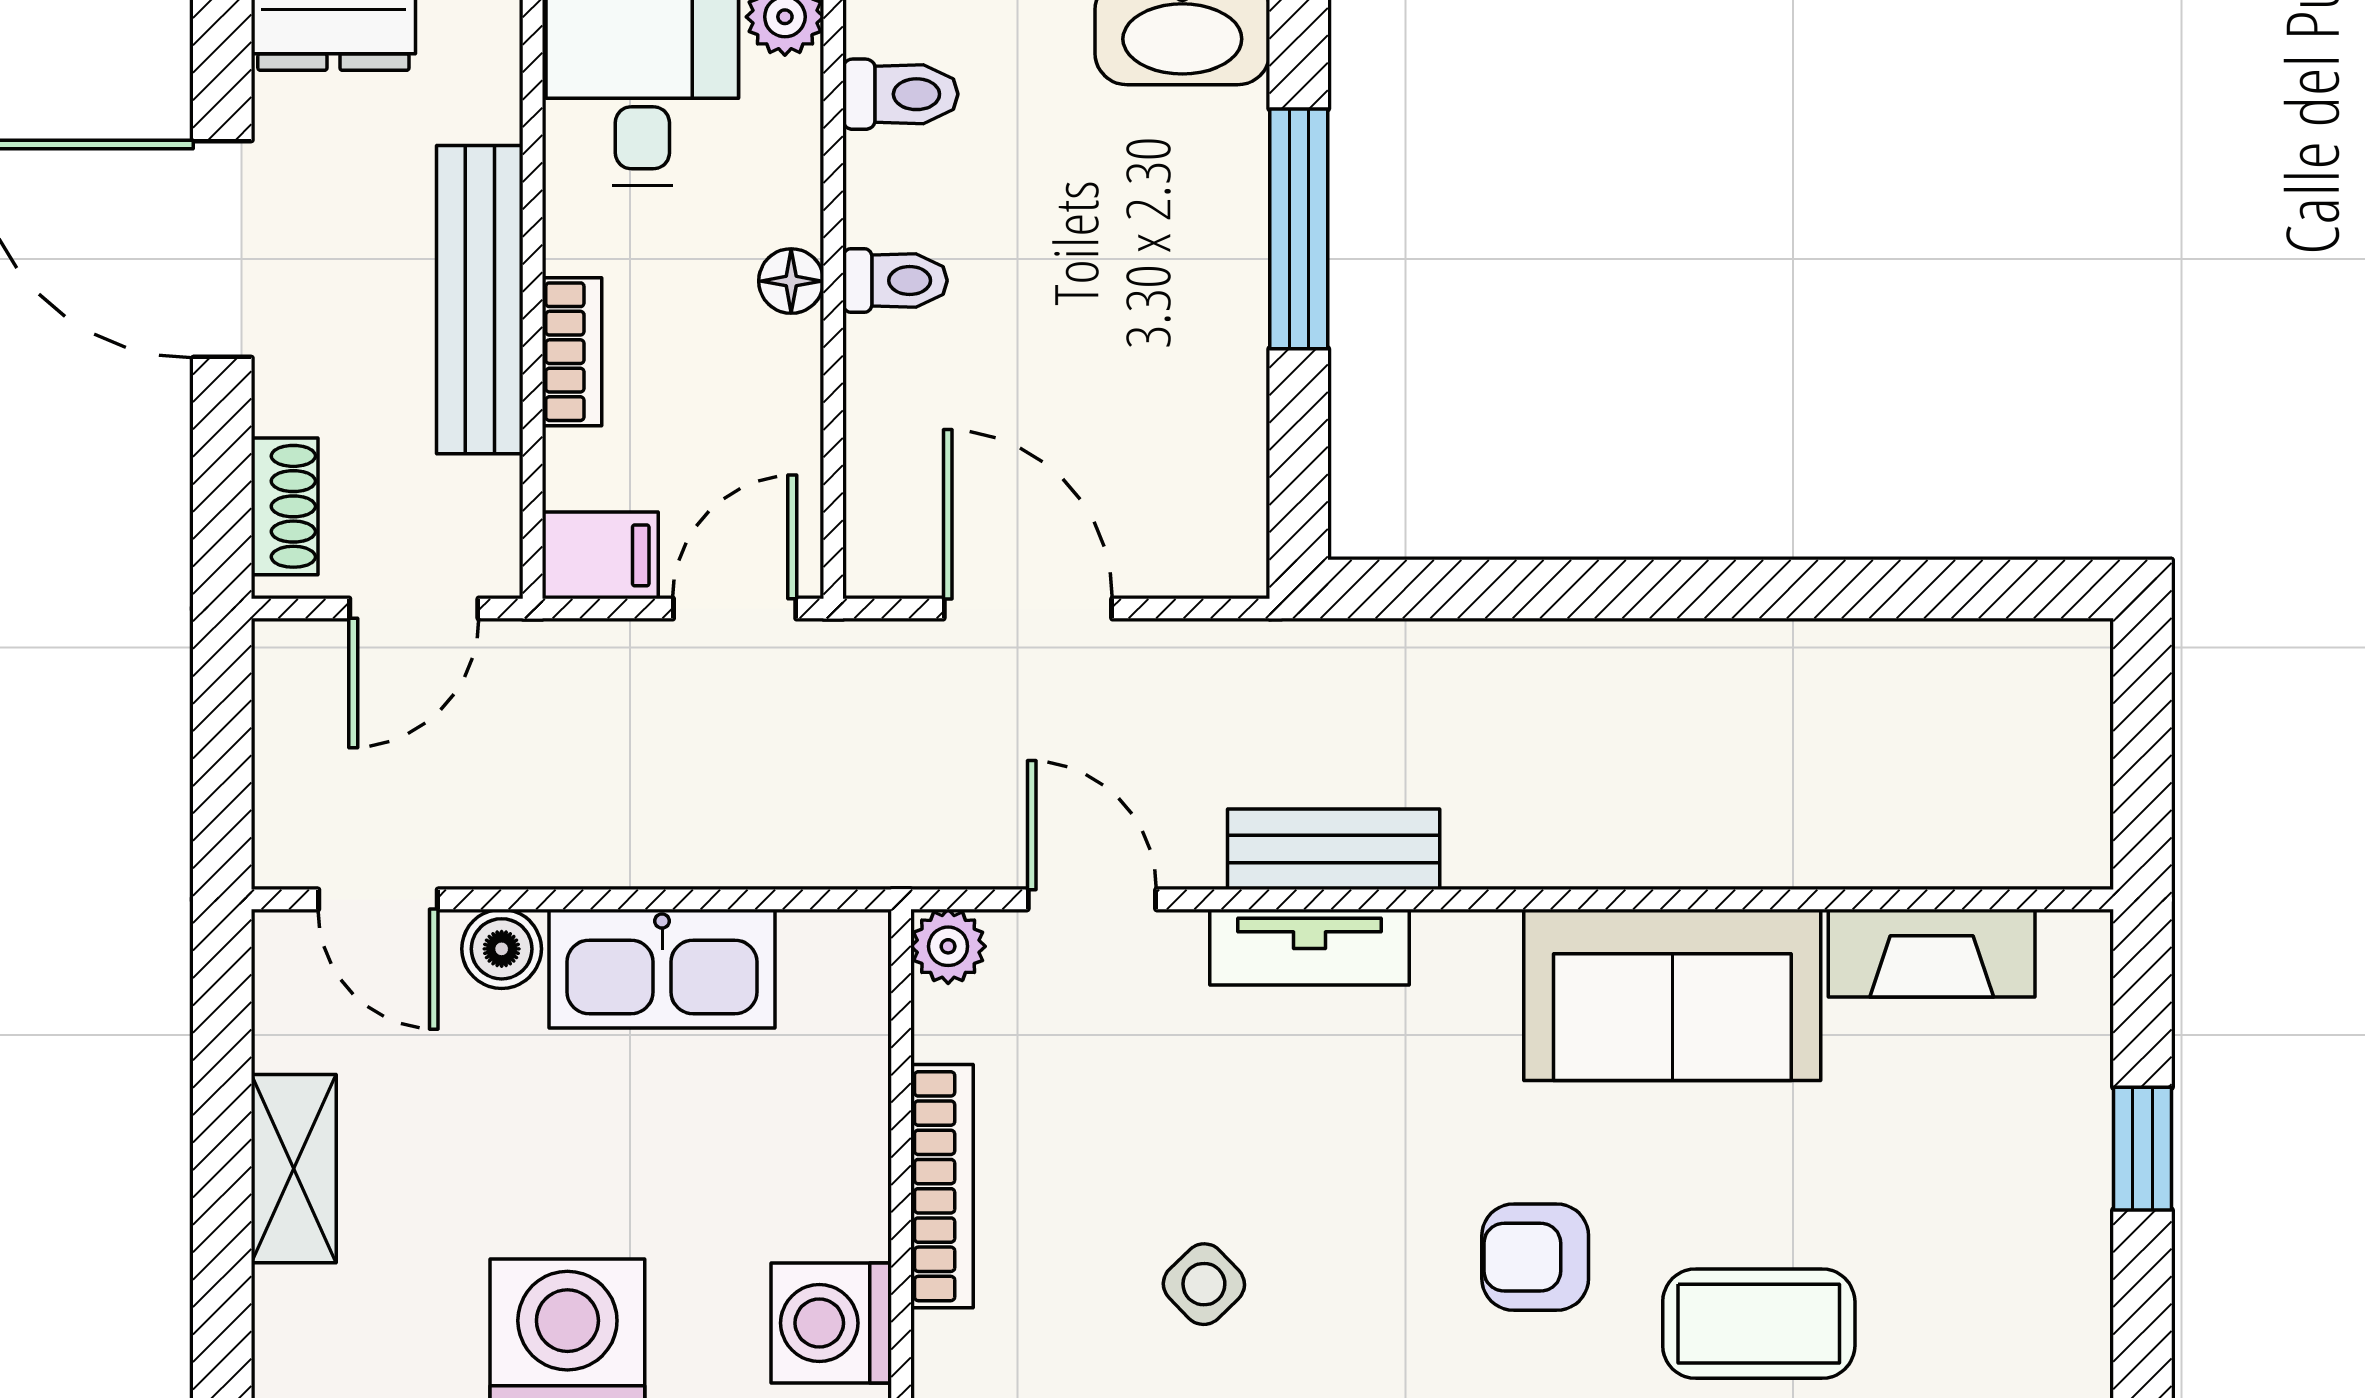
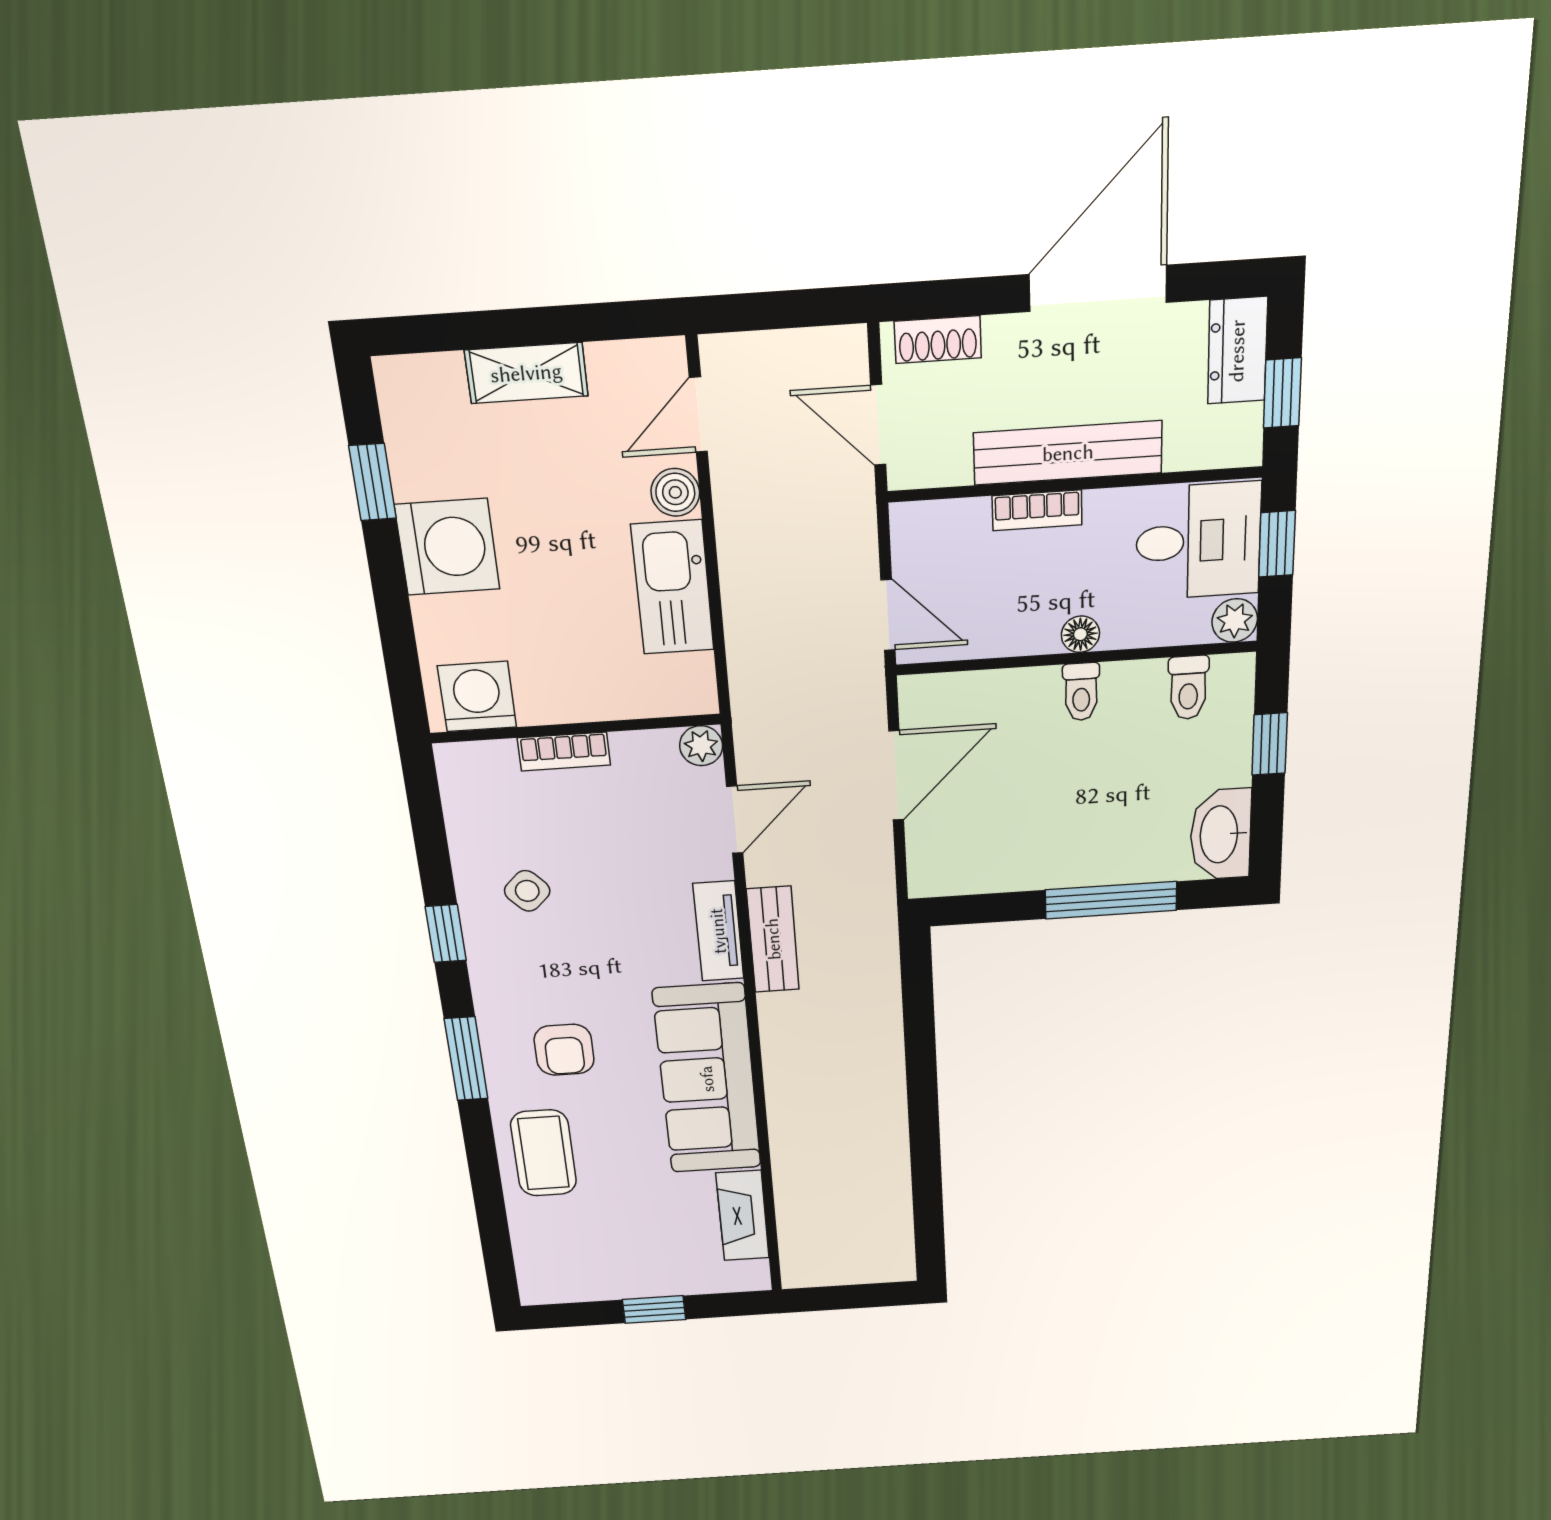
filing cabinet: (600, 555) -> (916, 535), removed
sofa: (1672, 995) -> (707, 1079), width x1.36
bookcase: (942, 1186) -> (564, 751), width x0.64
armchair: (1535, 1257) -> (564, 1050), turned 180

